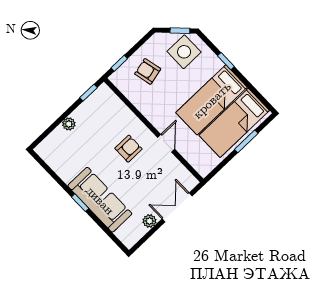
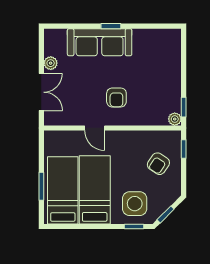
side table: (184, 52) -> (135, 204), moved
window: (226, 61) -> (134, 227), moved
armchair: (148, 71) -> (158, 164), turned 137
plant: (69, 124) -> (175, 119), moved

